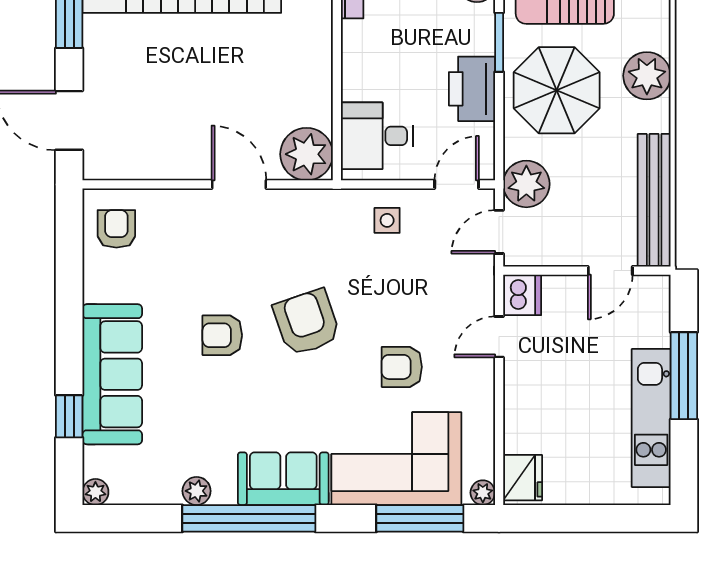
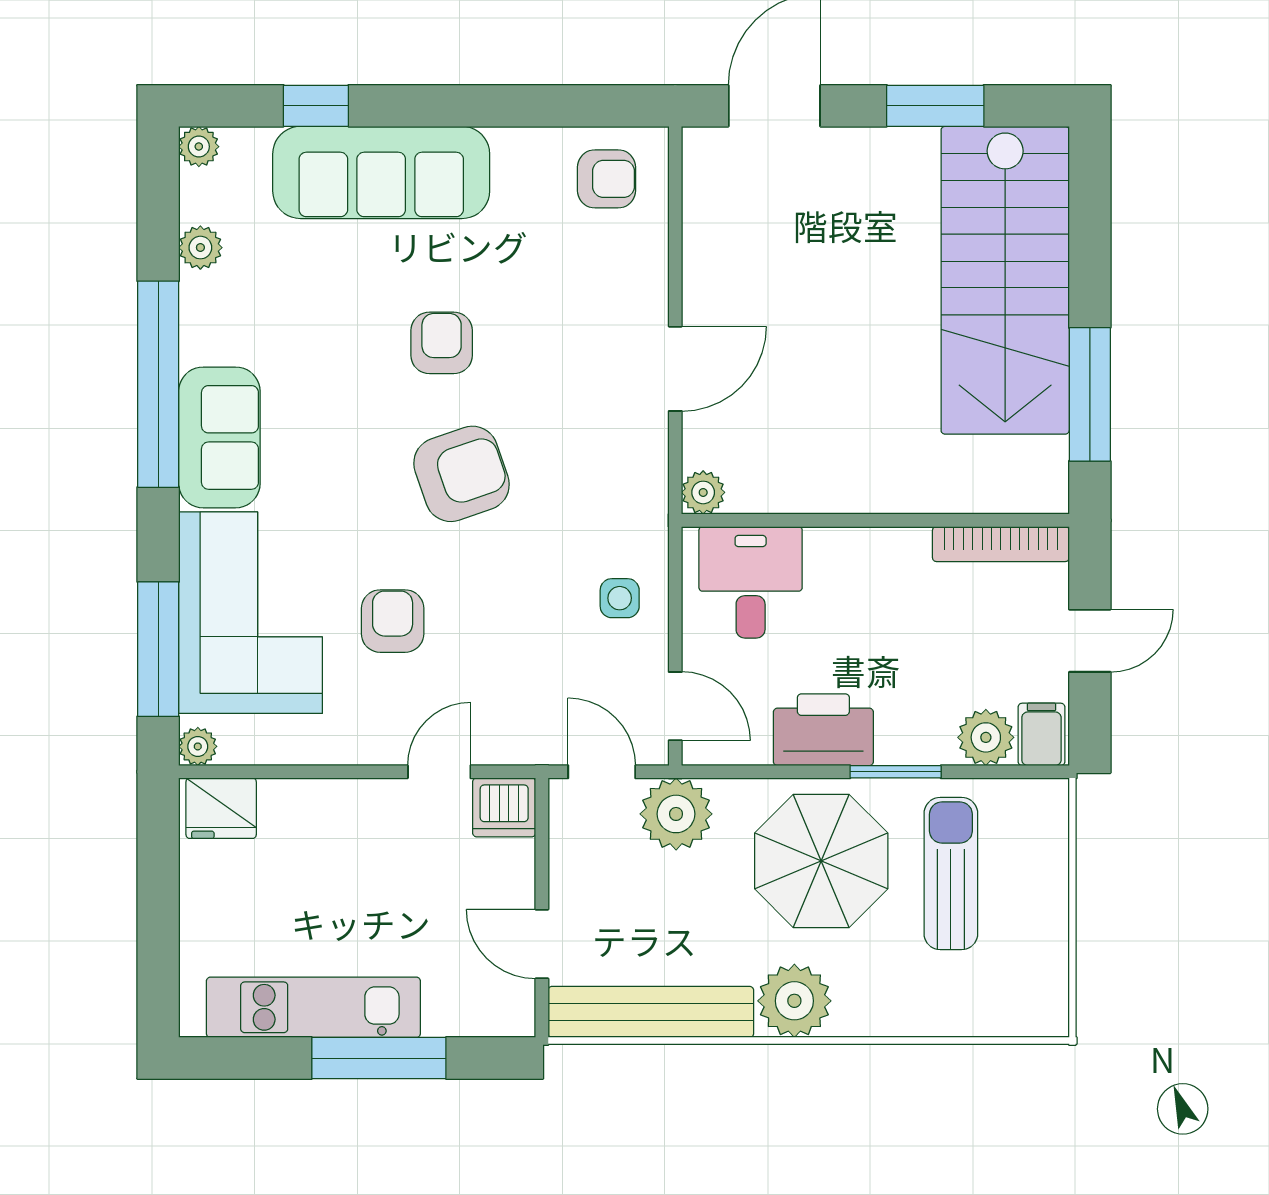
plant: (647, 76) -> (794, 1001), moved
plant: (307, 154) -> (703, 492), width x0.53, depth x0.53
door: (499, 337) -> (439, 772), hinge flipped
plant: (197, 491) -> (200, 248), moved

